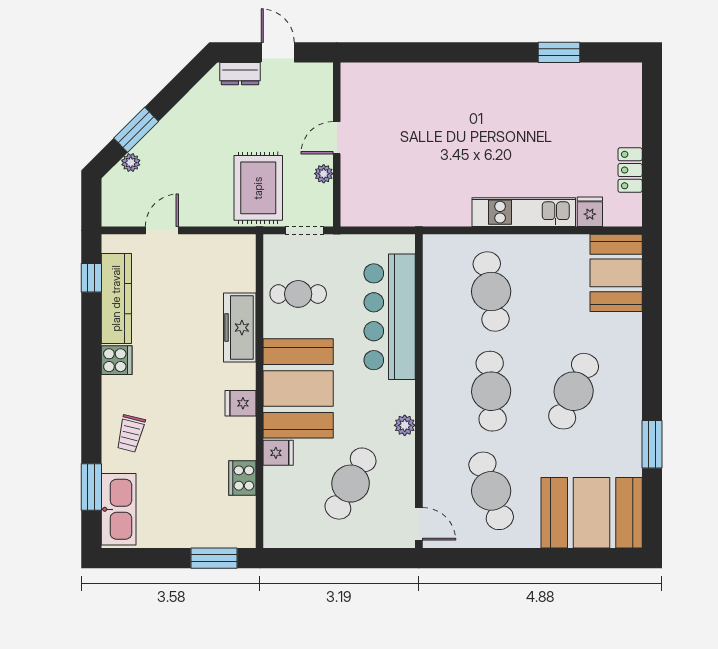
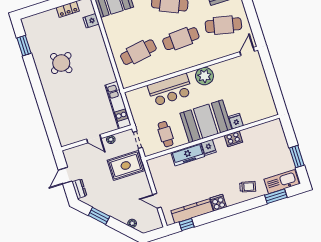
window: (559, 52) -> (24, 46), moved
round table: (520, 120) -> (61, 63), added
window: (136, 130) -> (99, 216), moved
kitchen unit: (524, 212) -> (118, 105), moved
bar counter: (390, 317) -> (170, 90), width x0.73
fridge: (241, 403) -> (209, 147), moved
plant: (405, 425) -> (204, 76), width x1.88, depth x1.88
cooker: (242, 478) -> (233, 139), moved
cafe table: (351, 484) -> (239, 86), removed
cafe table: (491, 491) -> (223, 25), turned 30
window: (214, 558) -> (297, 157), moved

